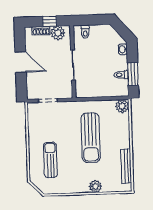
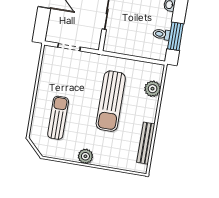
plant: (122, 106) -> (153, 89), moved
plant: (95, 186) -> (85, 156), moved

